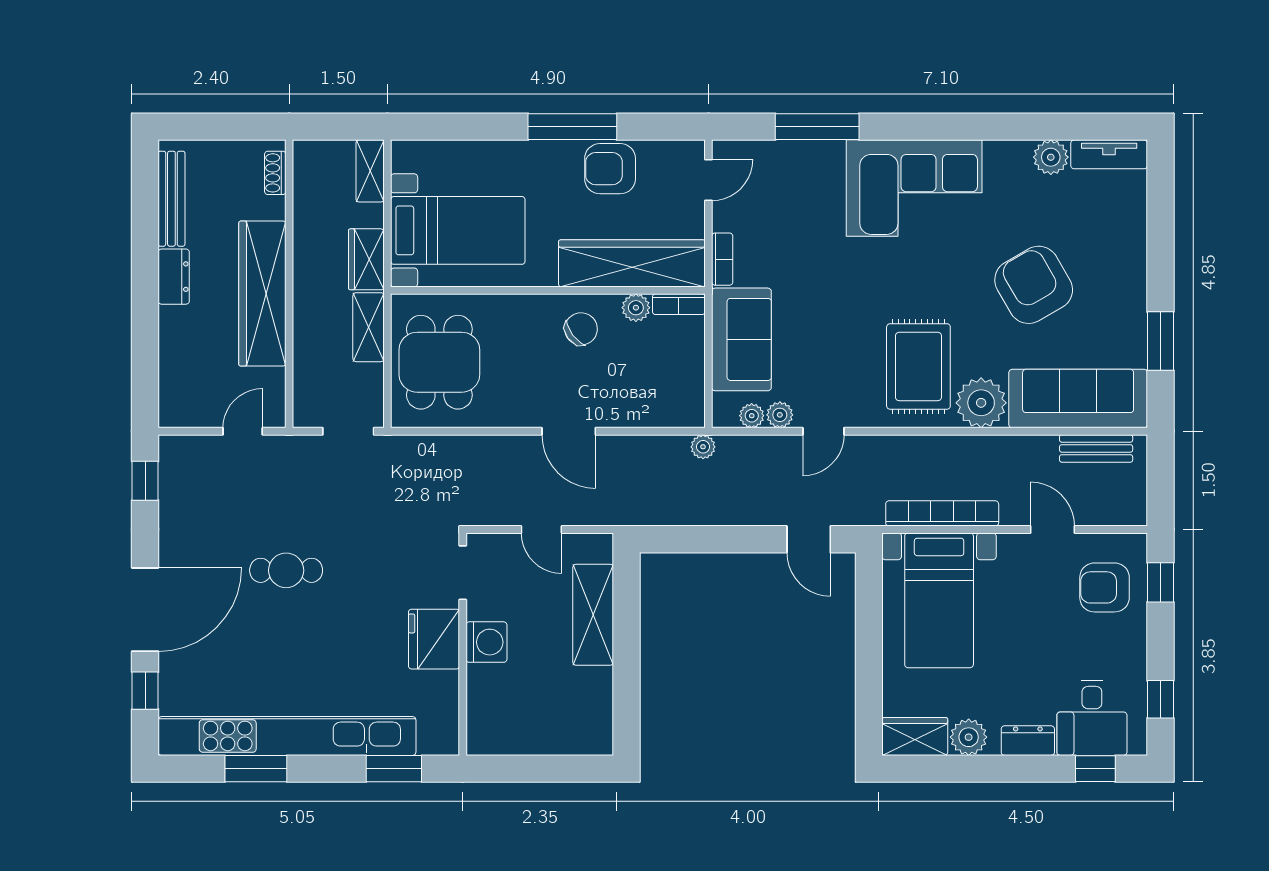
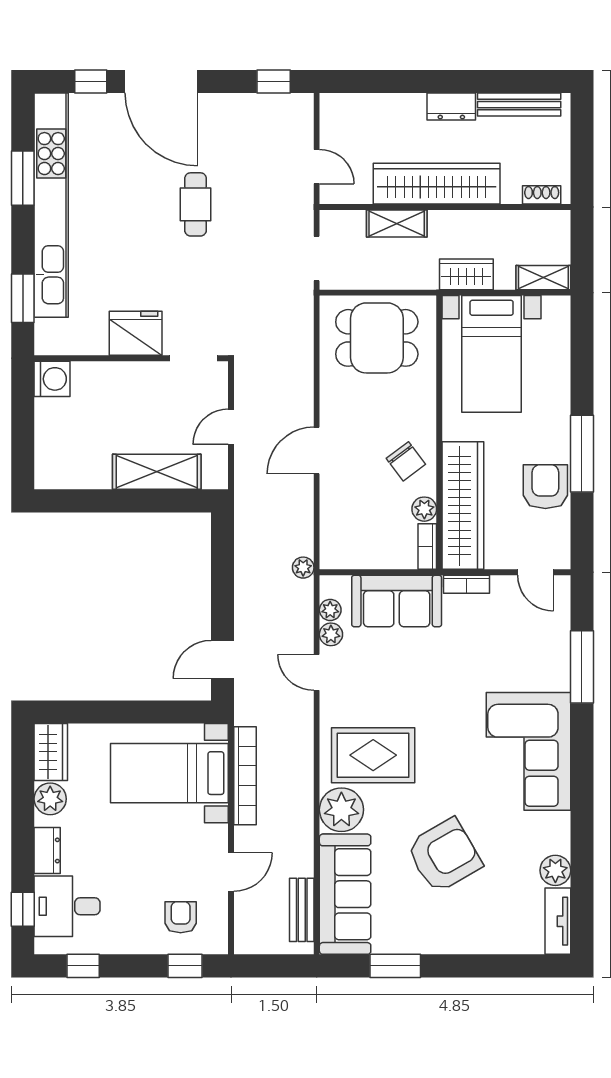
shelving: (369, 327) -> (397, 223), moved
armchair: (1105, 587) -> (181, 917), width x0.72, depth x0.72
washing machine: (486, 642) -> (52, 379), moved, turned -90

